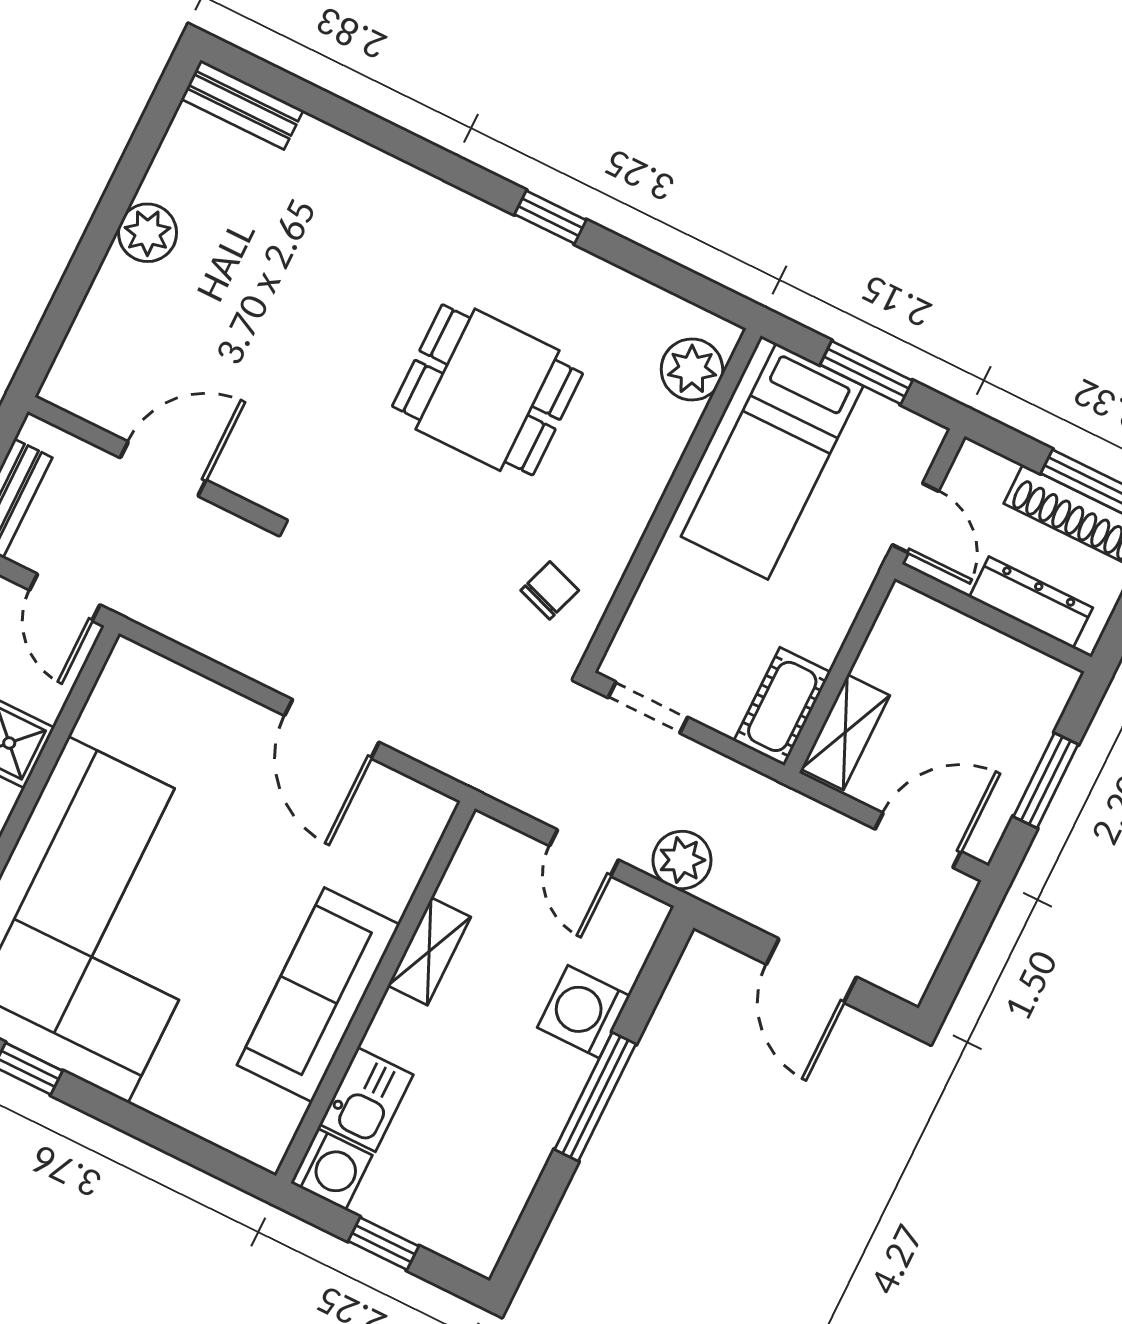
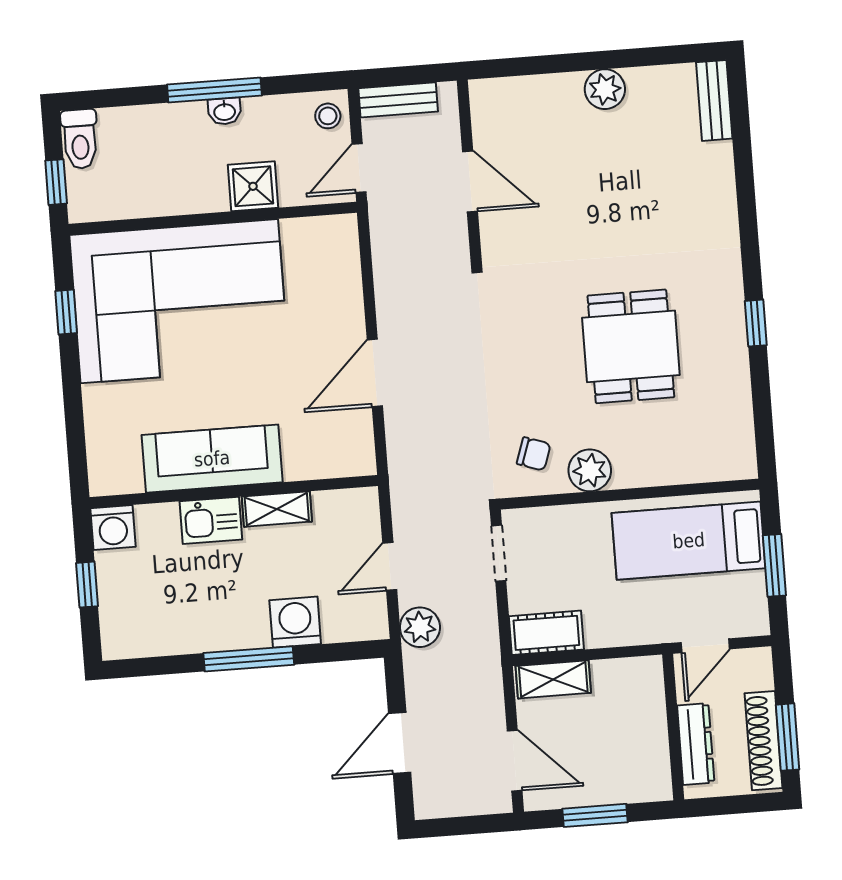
plant: (692, 370) -> (590, 470), moved
kitchen sink: (366, 1100) -> (211, 520), moved

